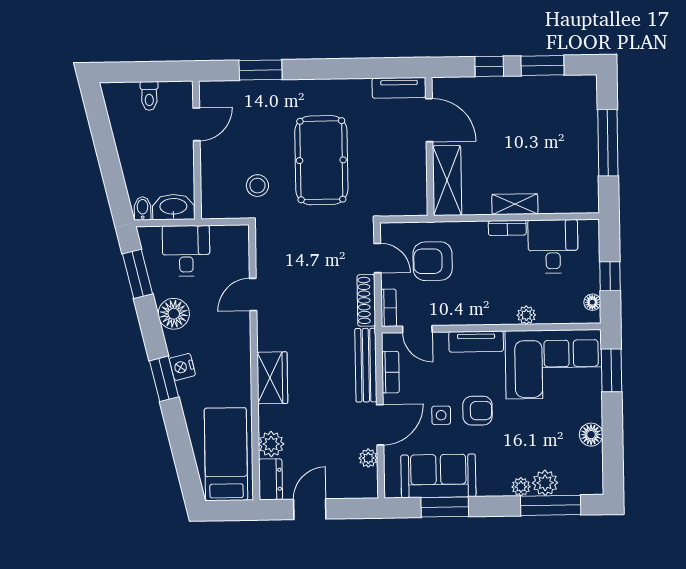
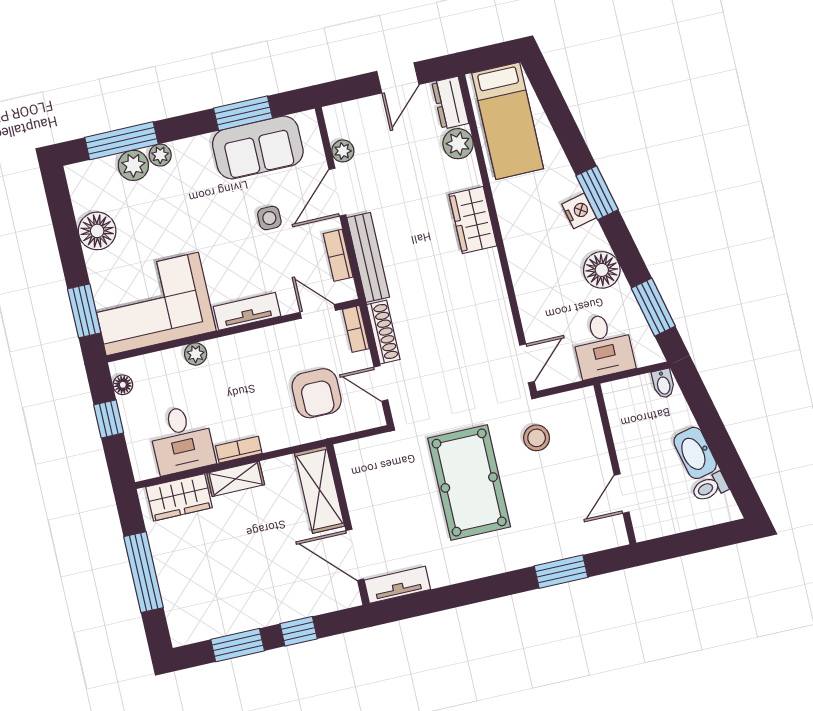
toilet: (149, 96) -> (710, 487), moved, turned -103
wardrobe: (565, 199) -> (179, 497), added
washbasin: (173, 207) -> (695, 453), moved, turned 77
armchair: (433, 261) -> (317, 393), turned 90
door: (253, 294) -> (527, 363), moved
armchair: (477, 411) -> (229, 232), removed
floor lamp: (591, 435) -> (97, 231), width x1.38, depth x1.38

